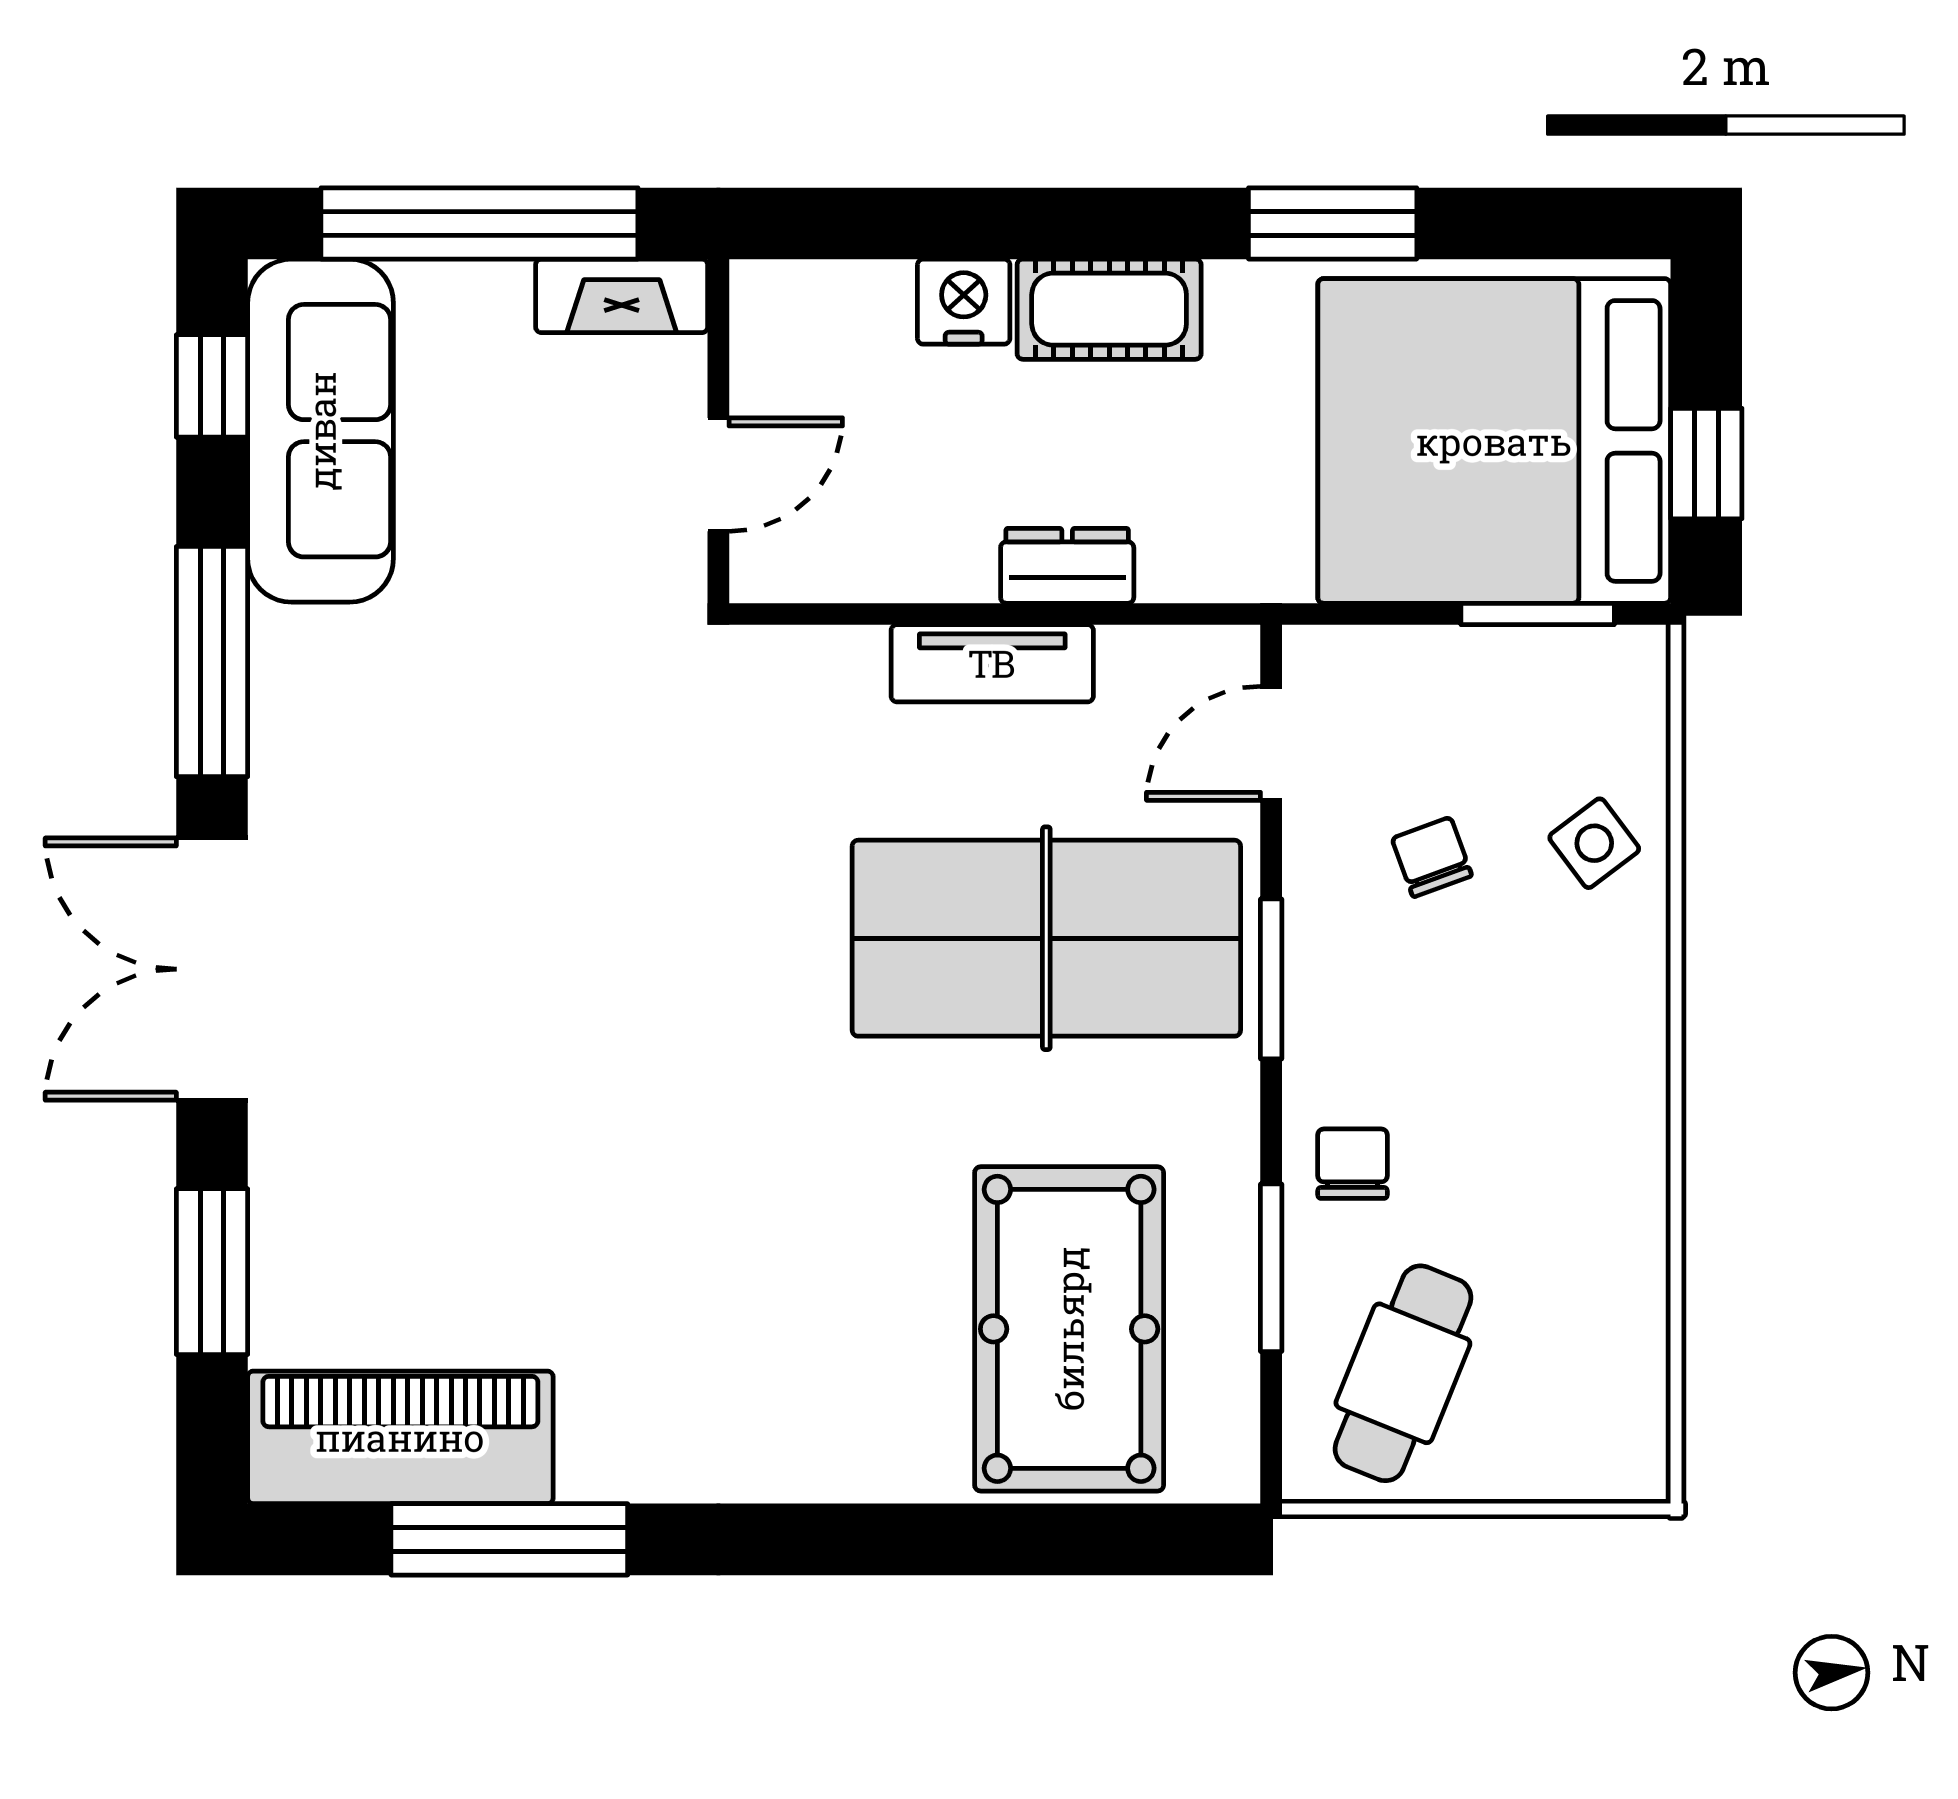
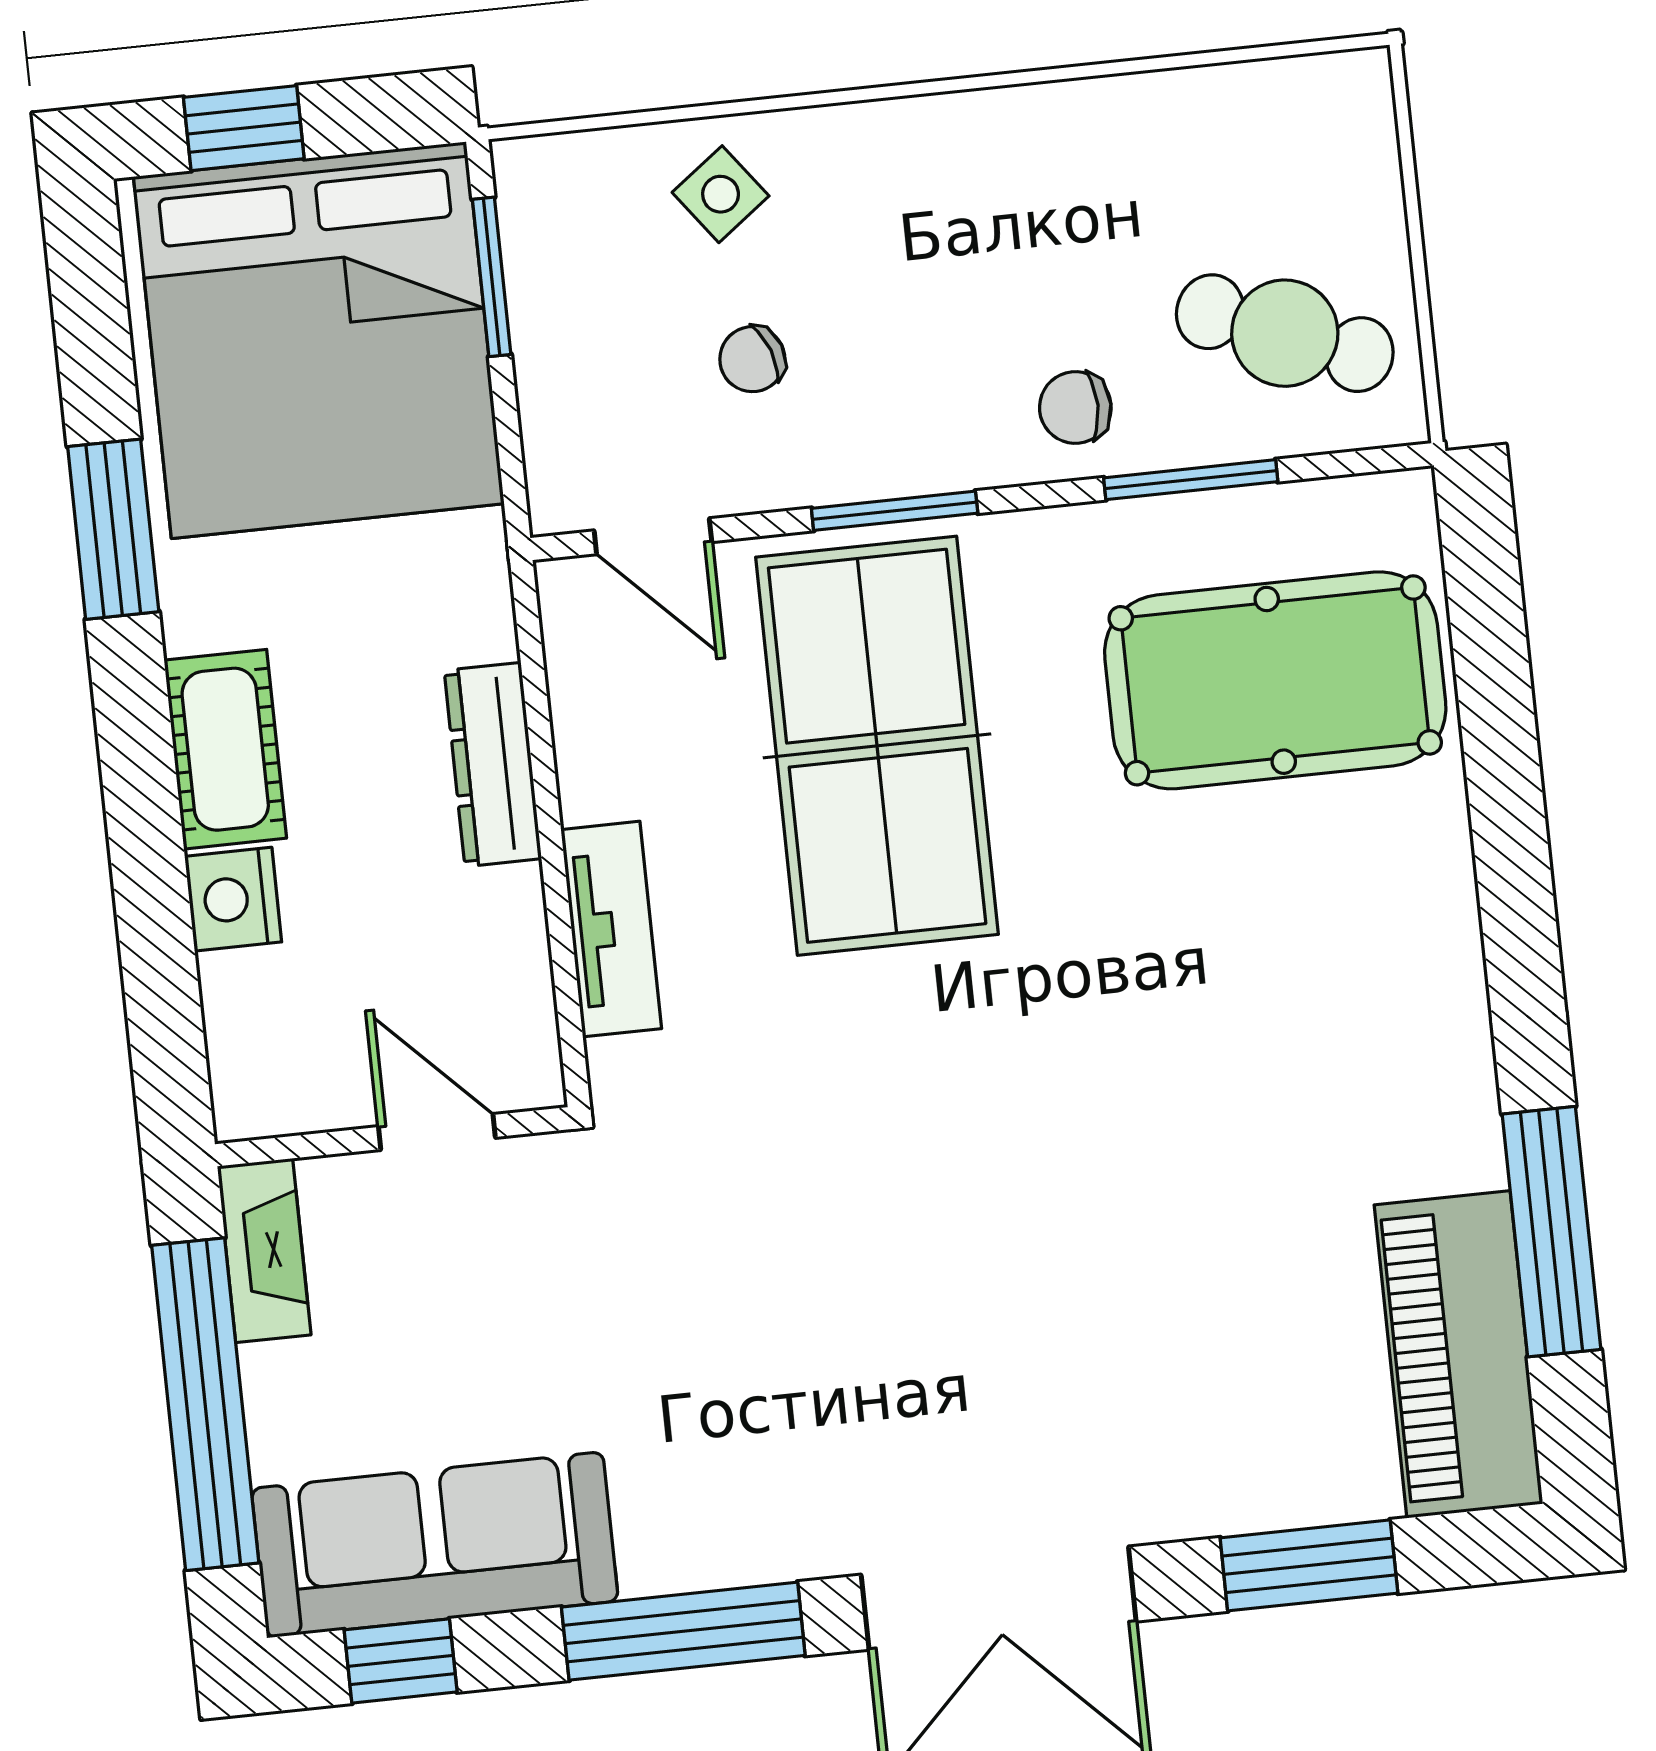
window: (1706, 464) -> (244, 128), moved
dresser: (1067, 566) -> (493, 765), width x1.44
tv unit: (992, 663) -> (611, 929), moved

